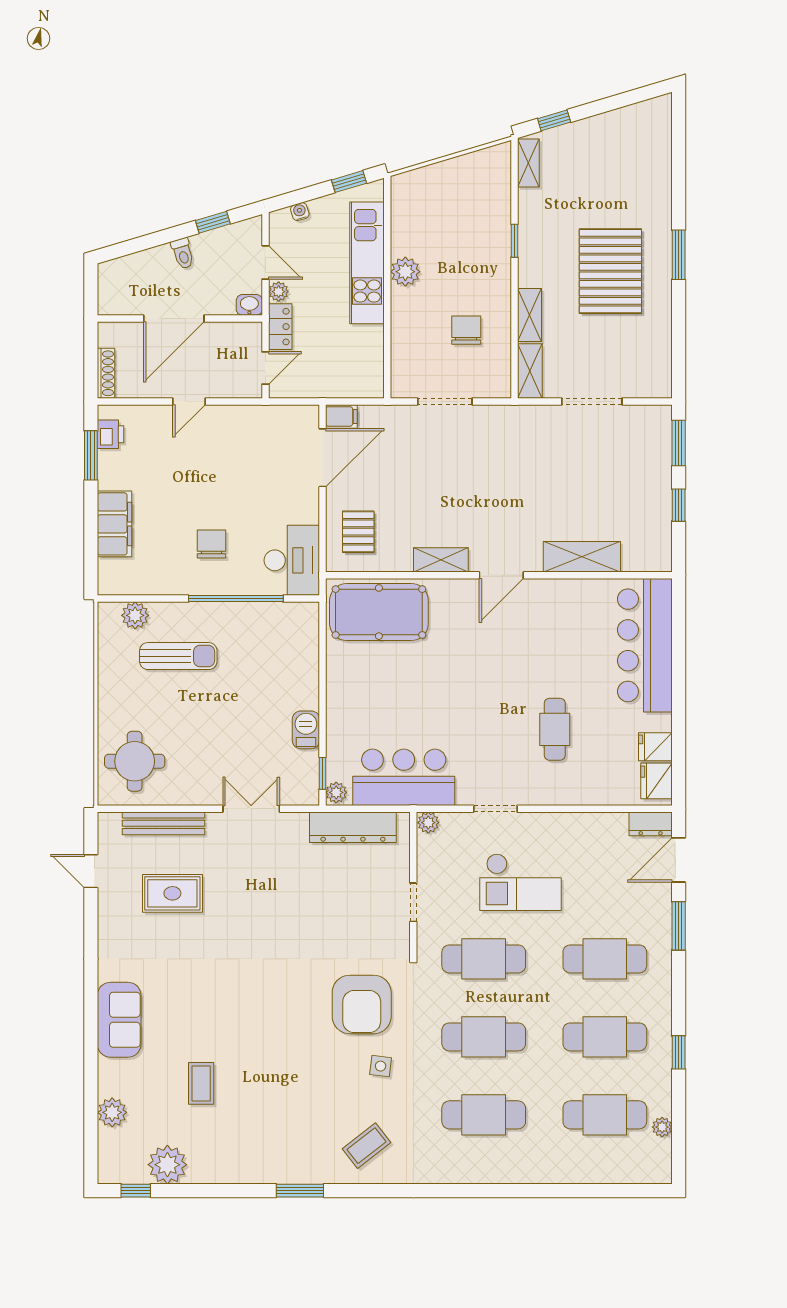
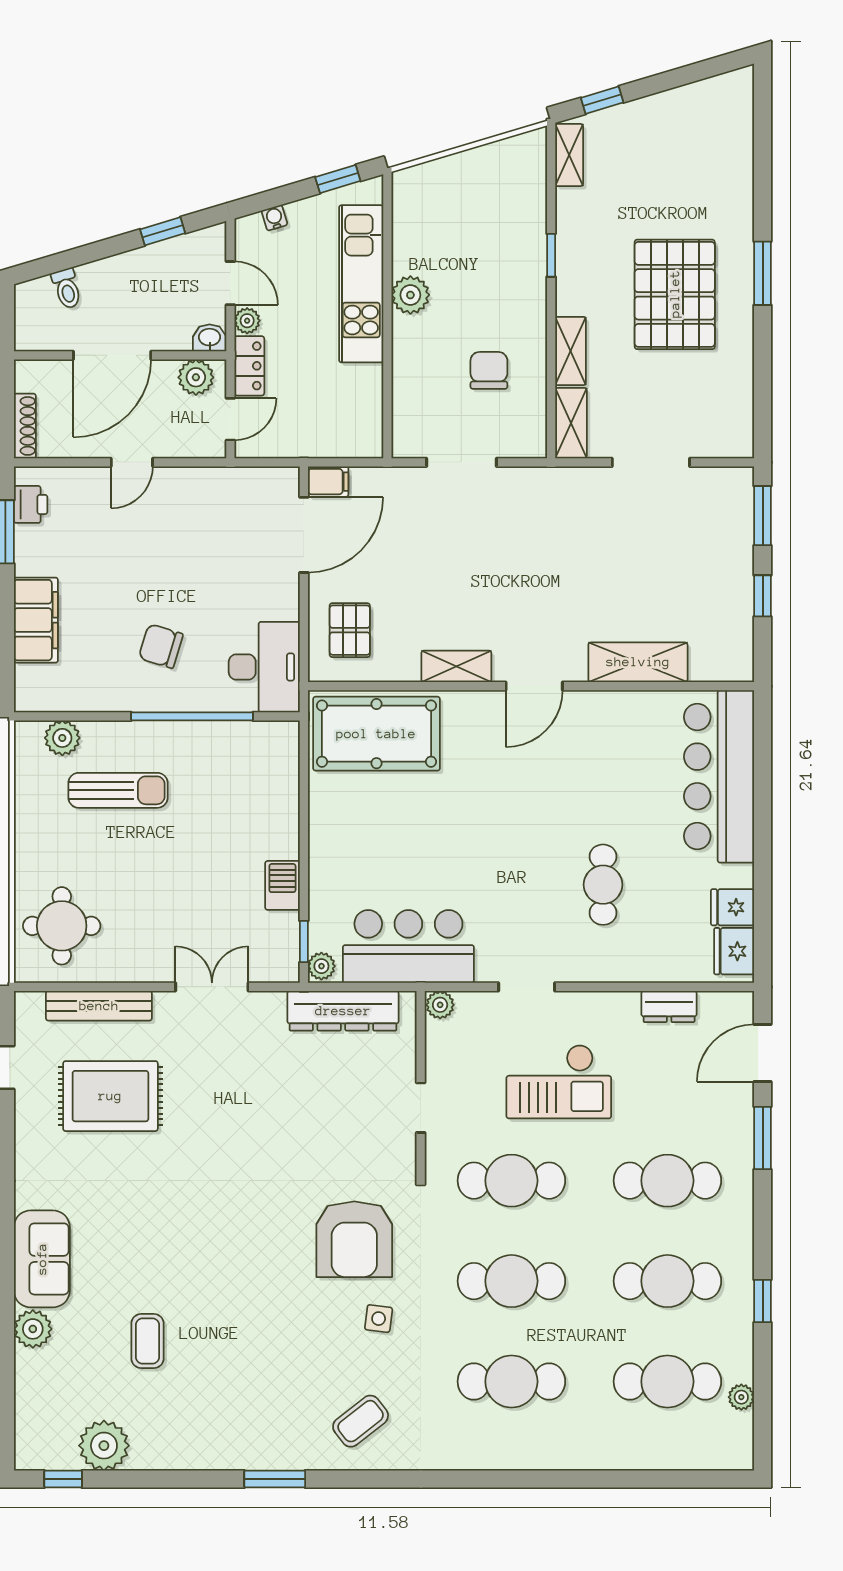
toilet: (183, 253) -> (67, 289), moved
plant: (239, 335) -> (196, 377), added
chair: (212, 544) -> (161, 646), turned -73
dresser: (651, 824) -> (669, 1006), moved
rug: (172, 893) -> (110, 1096), width x1.36, depth x1.43
plant: (112, 1112) -> (33, 1329), moved

